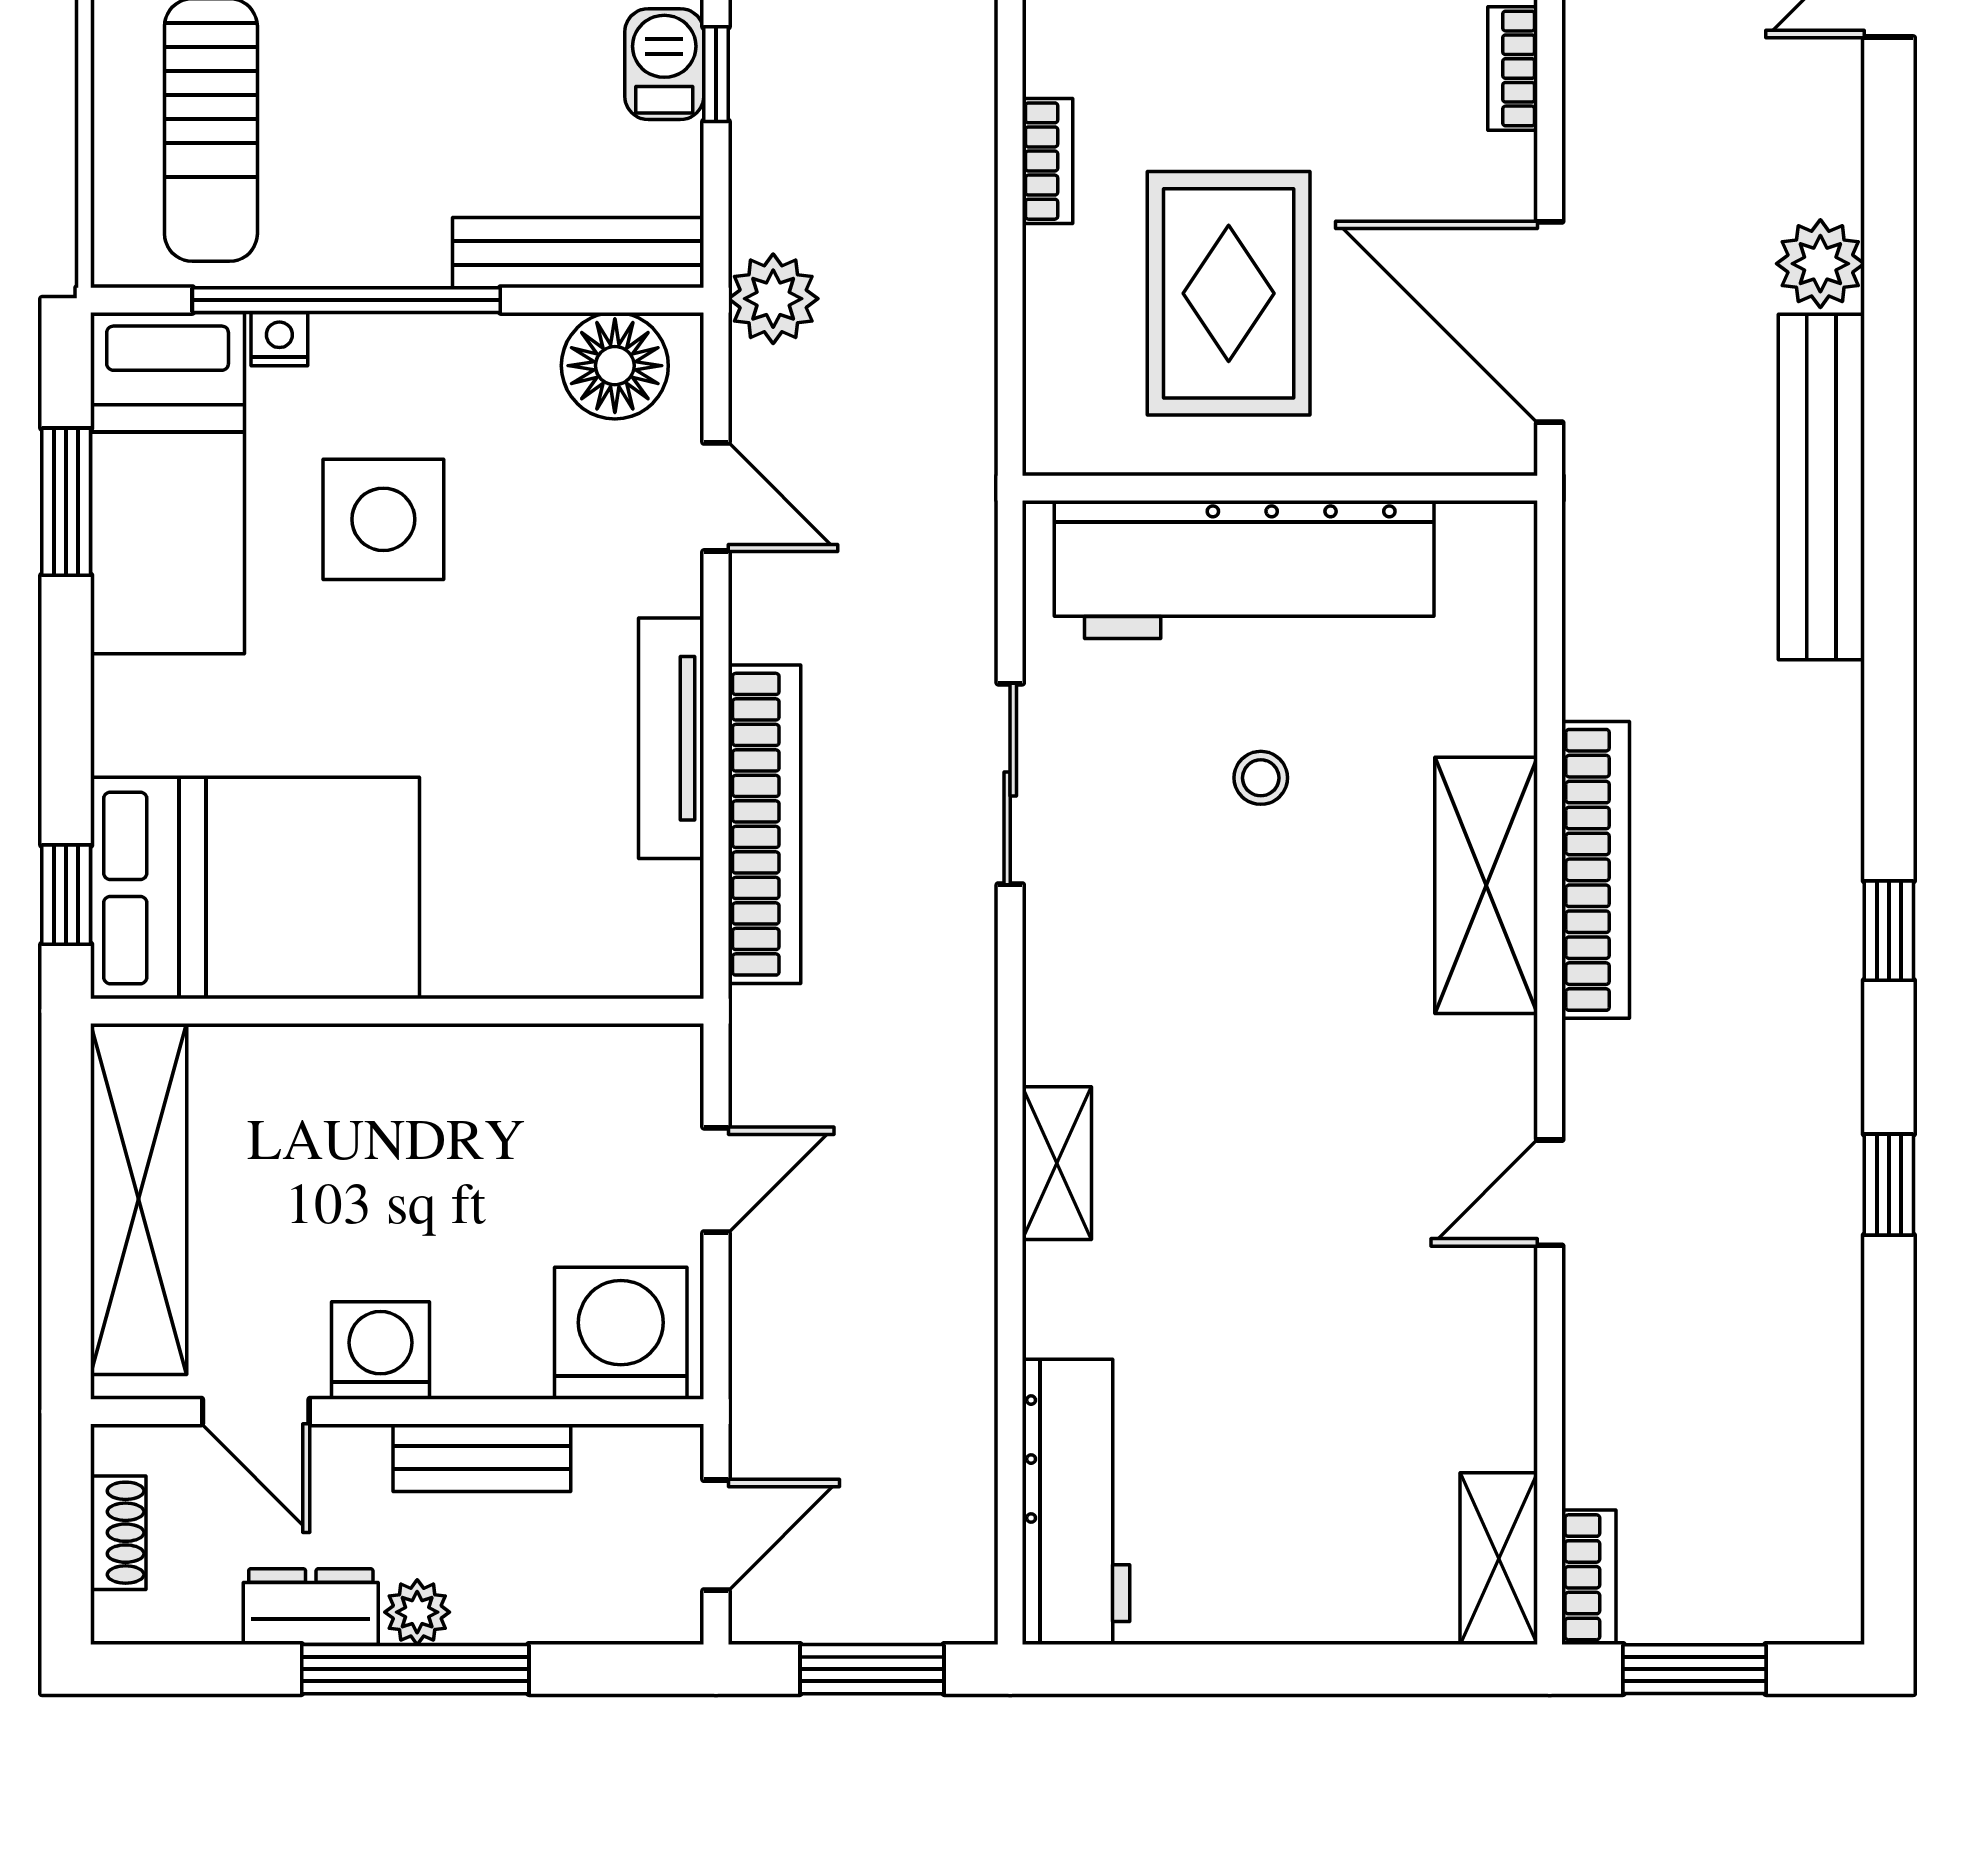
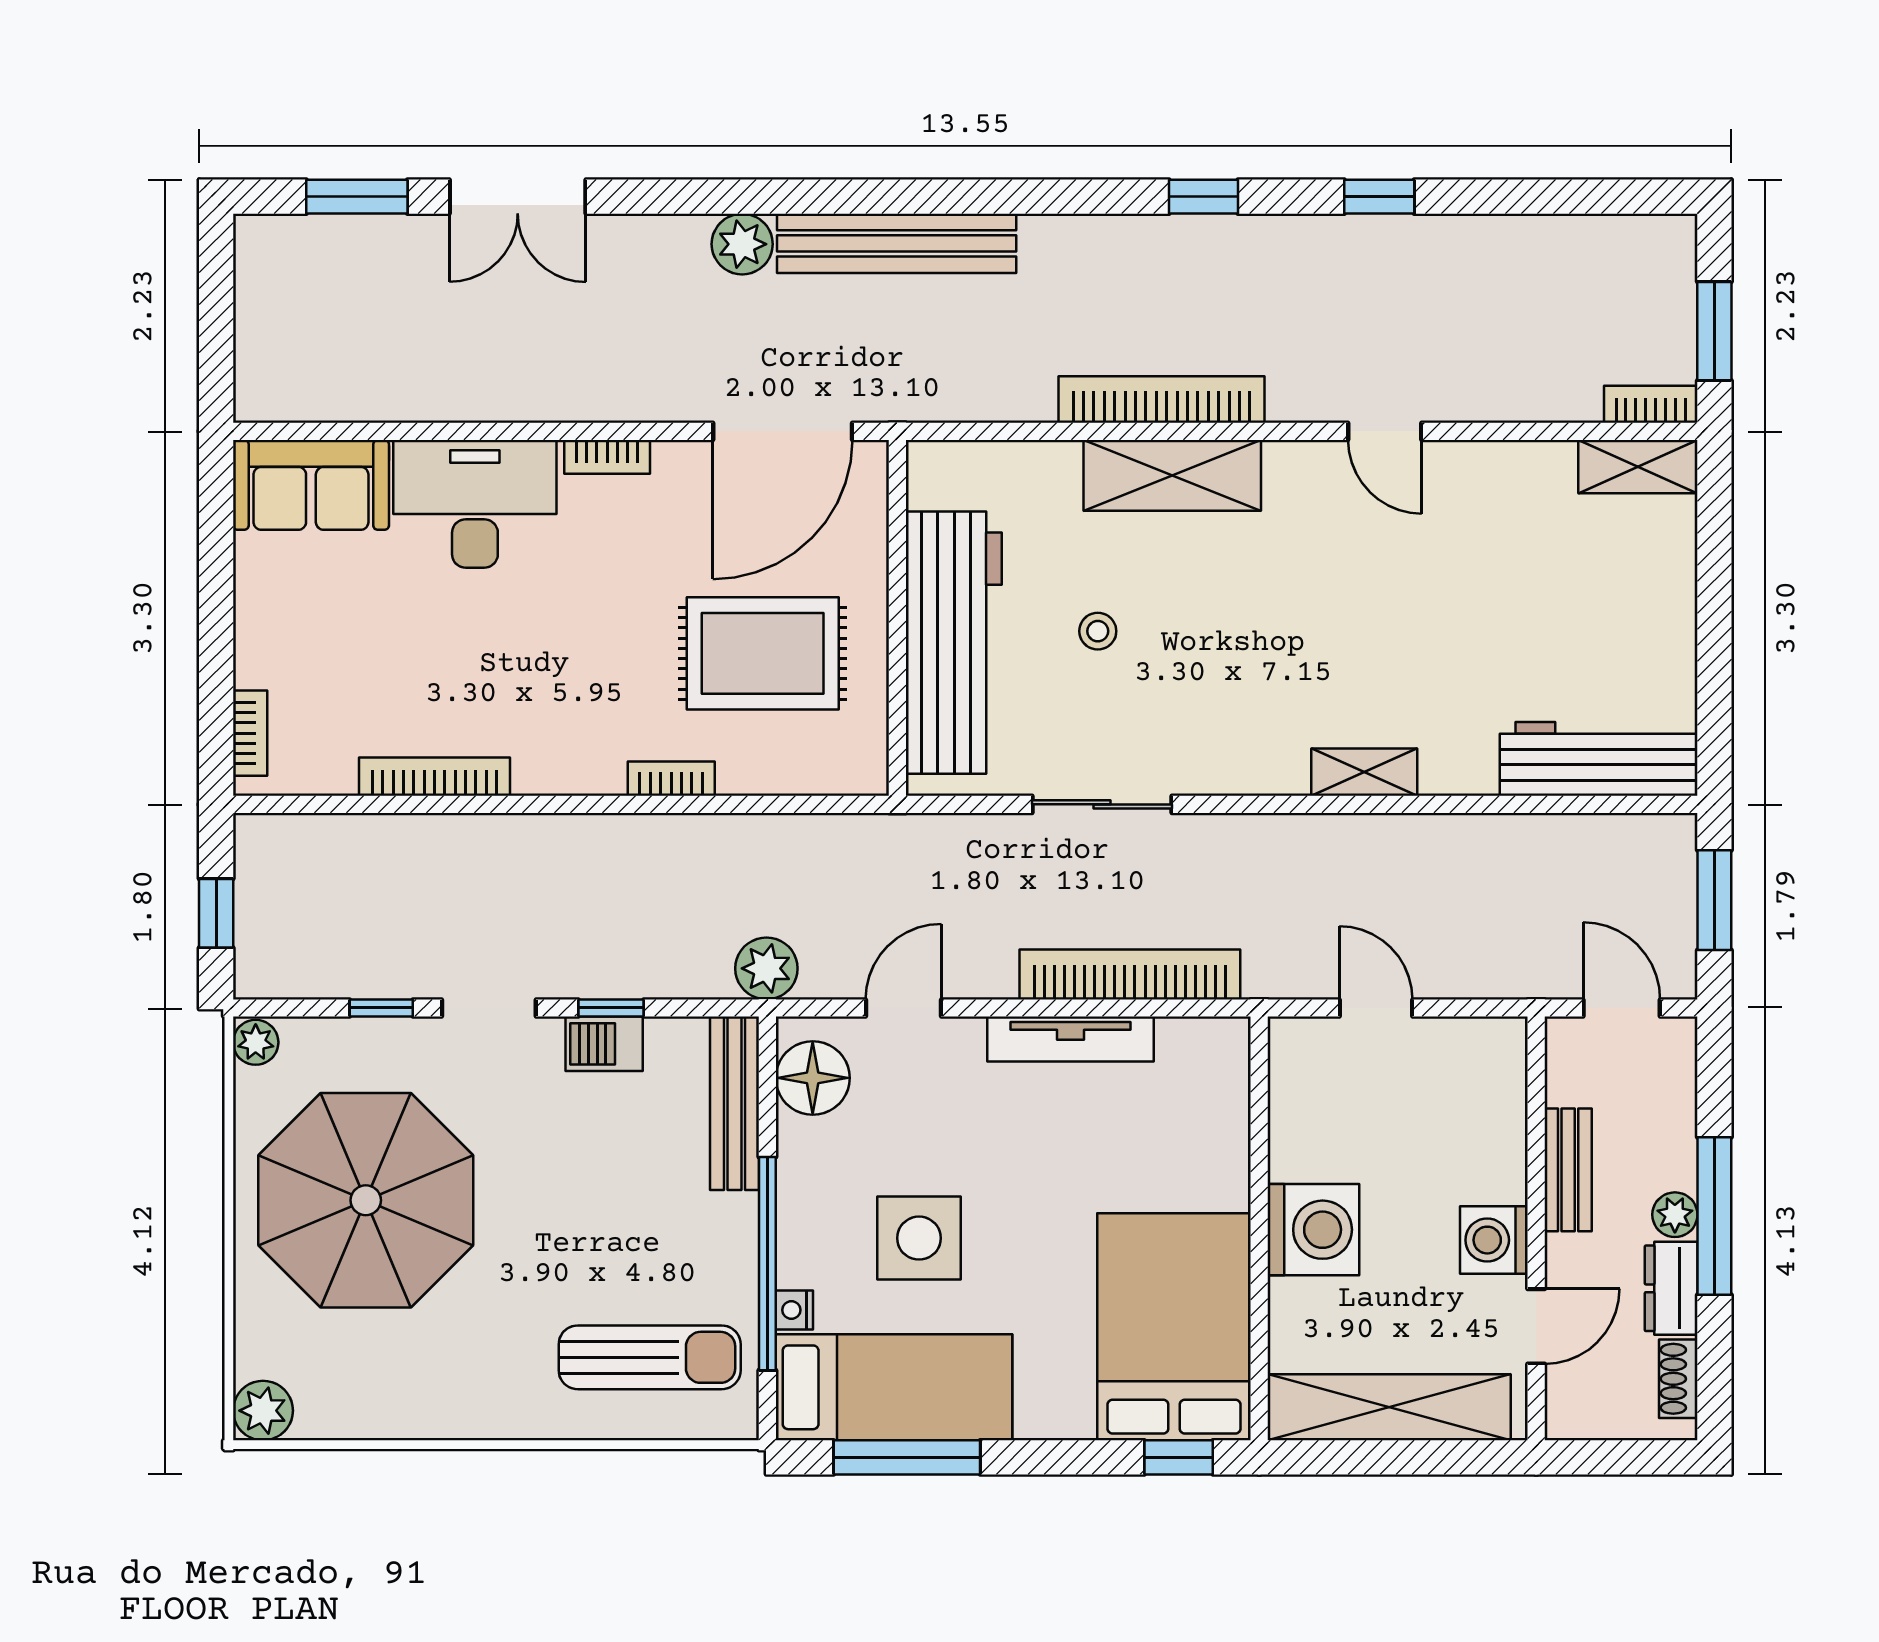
window: (66, 502) -> (907, 1457), width x1.44
washing machine: (621, 1333) -> (1313, 1230), moved, turned 180
shoe rack: (118, 1533) -> (1678, 1379), moved, turned -90

